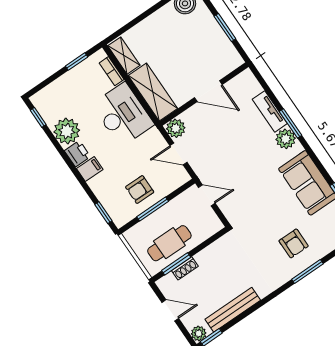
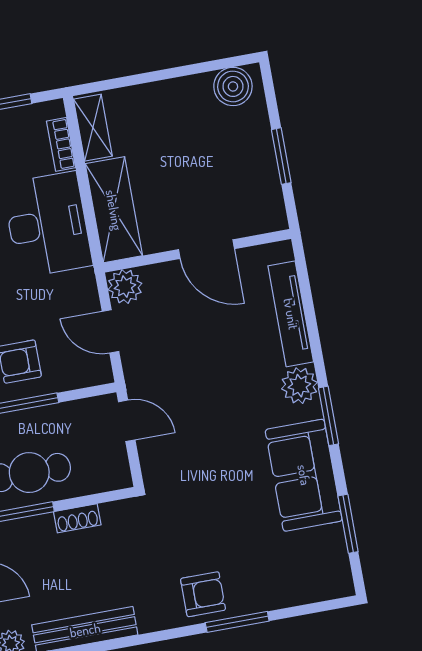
tv unit: (270, 111) -> (291, 314), width x1.41
window: (291, 123) -> (328, 416), moved
armchair: (294, 243) -> (203, 594), moved, turned -90
shoe rack: (185, 268) -> (77, 518), moved

